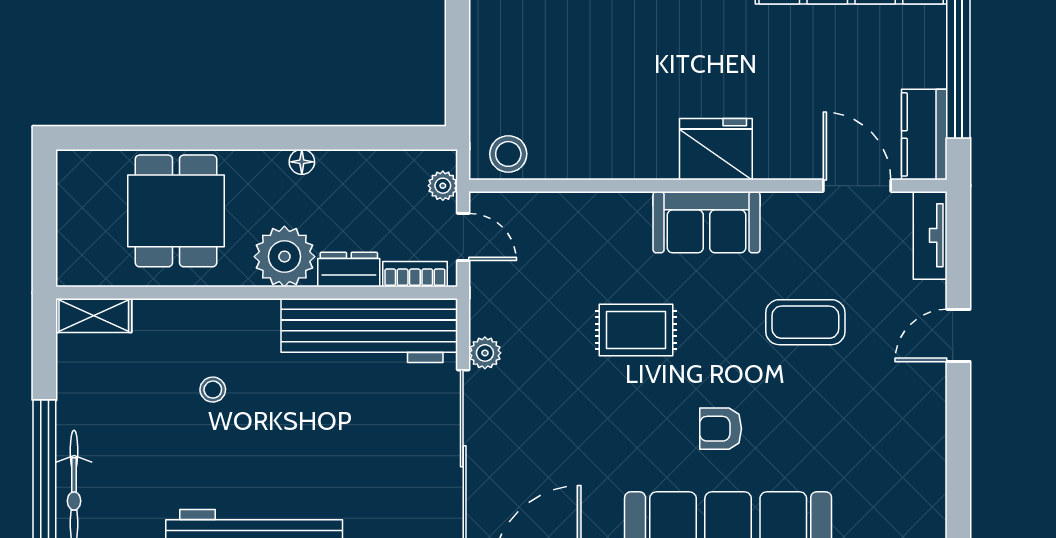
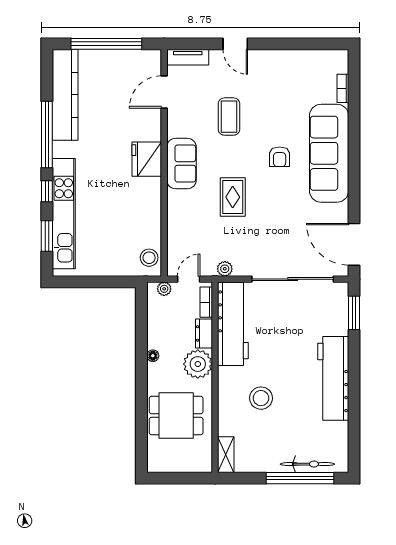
kitchen counter: (924, 134) -> (140, 60), removed
plant: (485, 353) -> (225, 269), moved
stool: (213, 390) -> (261, 398), width x1.89, depth x1.89

